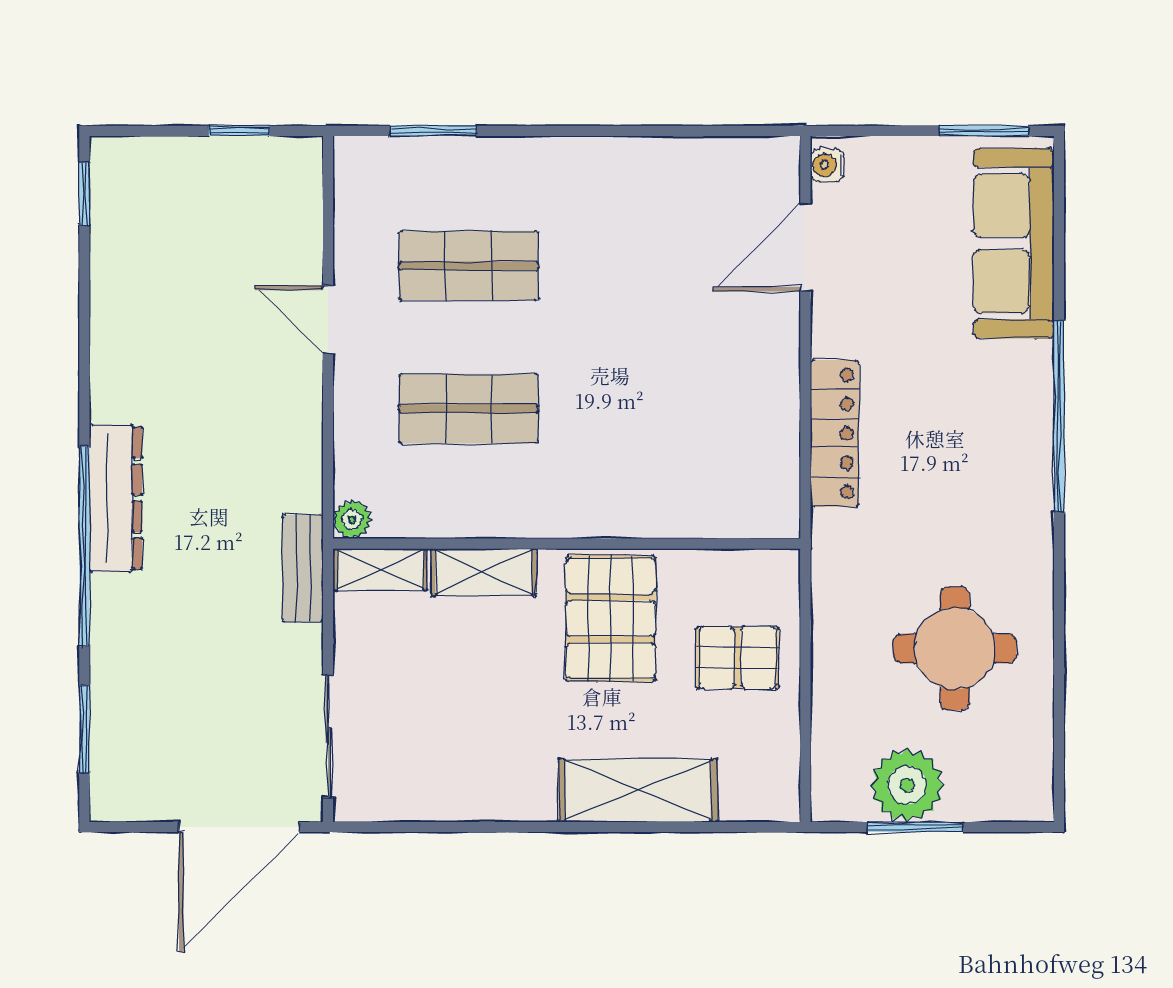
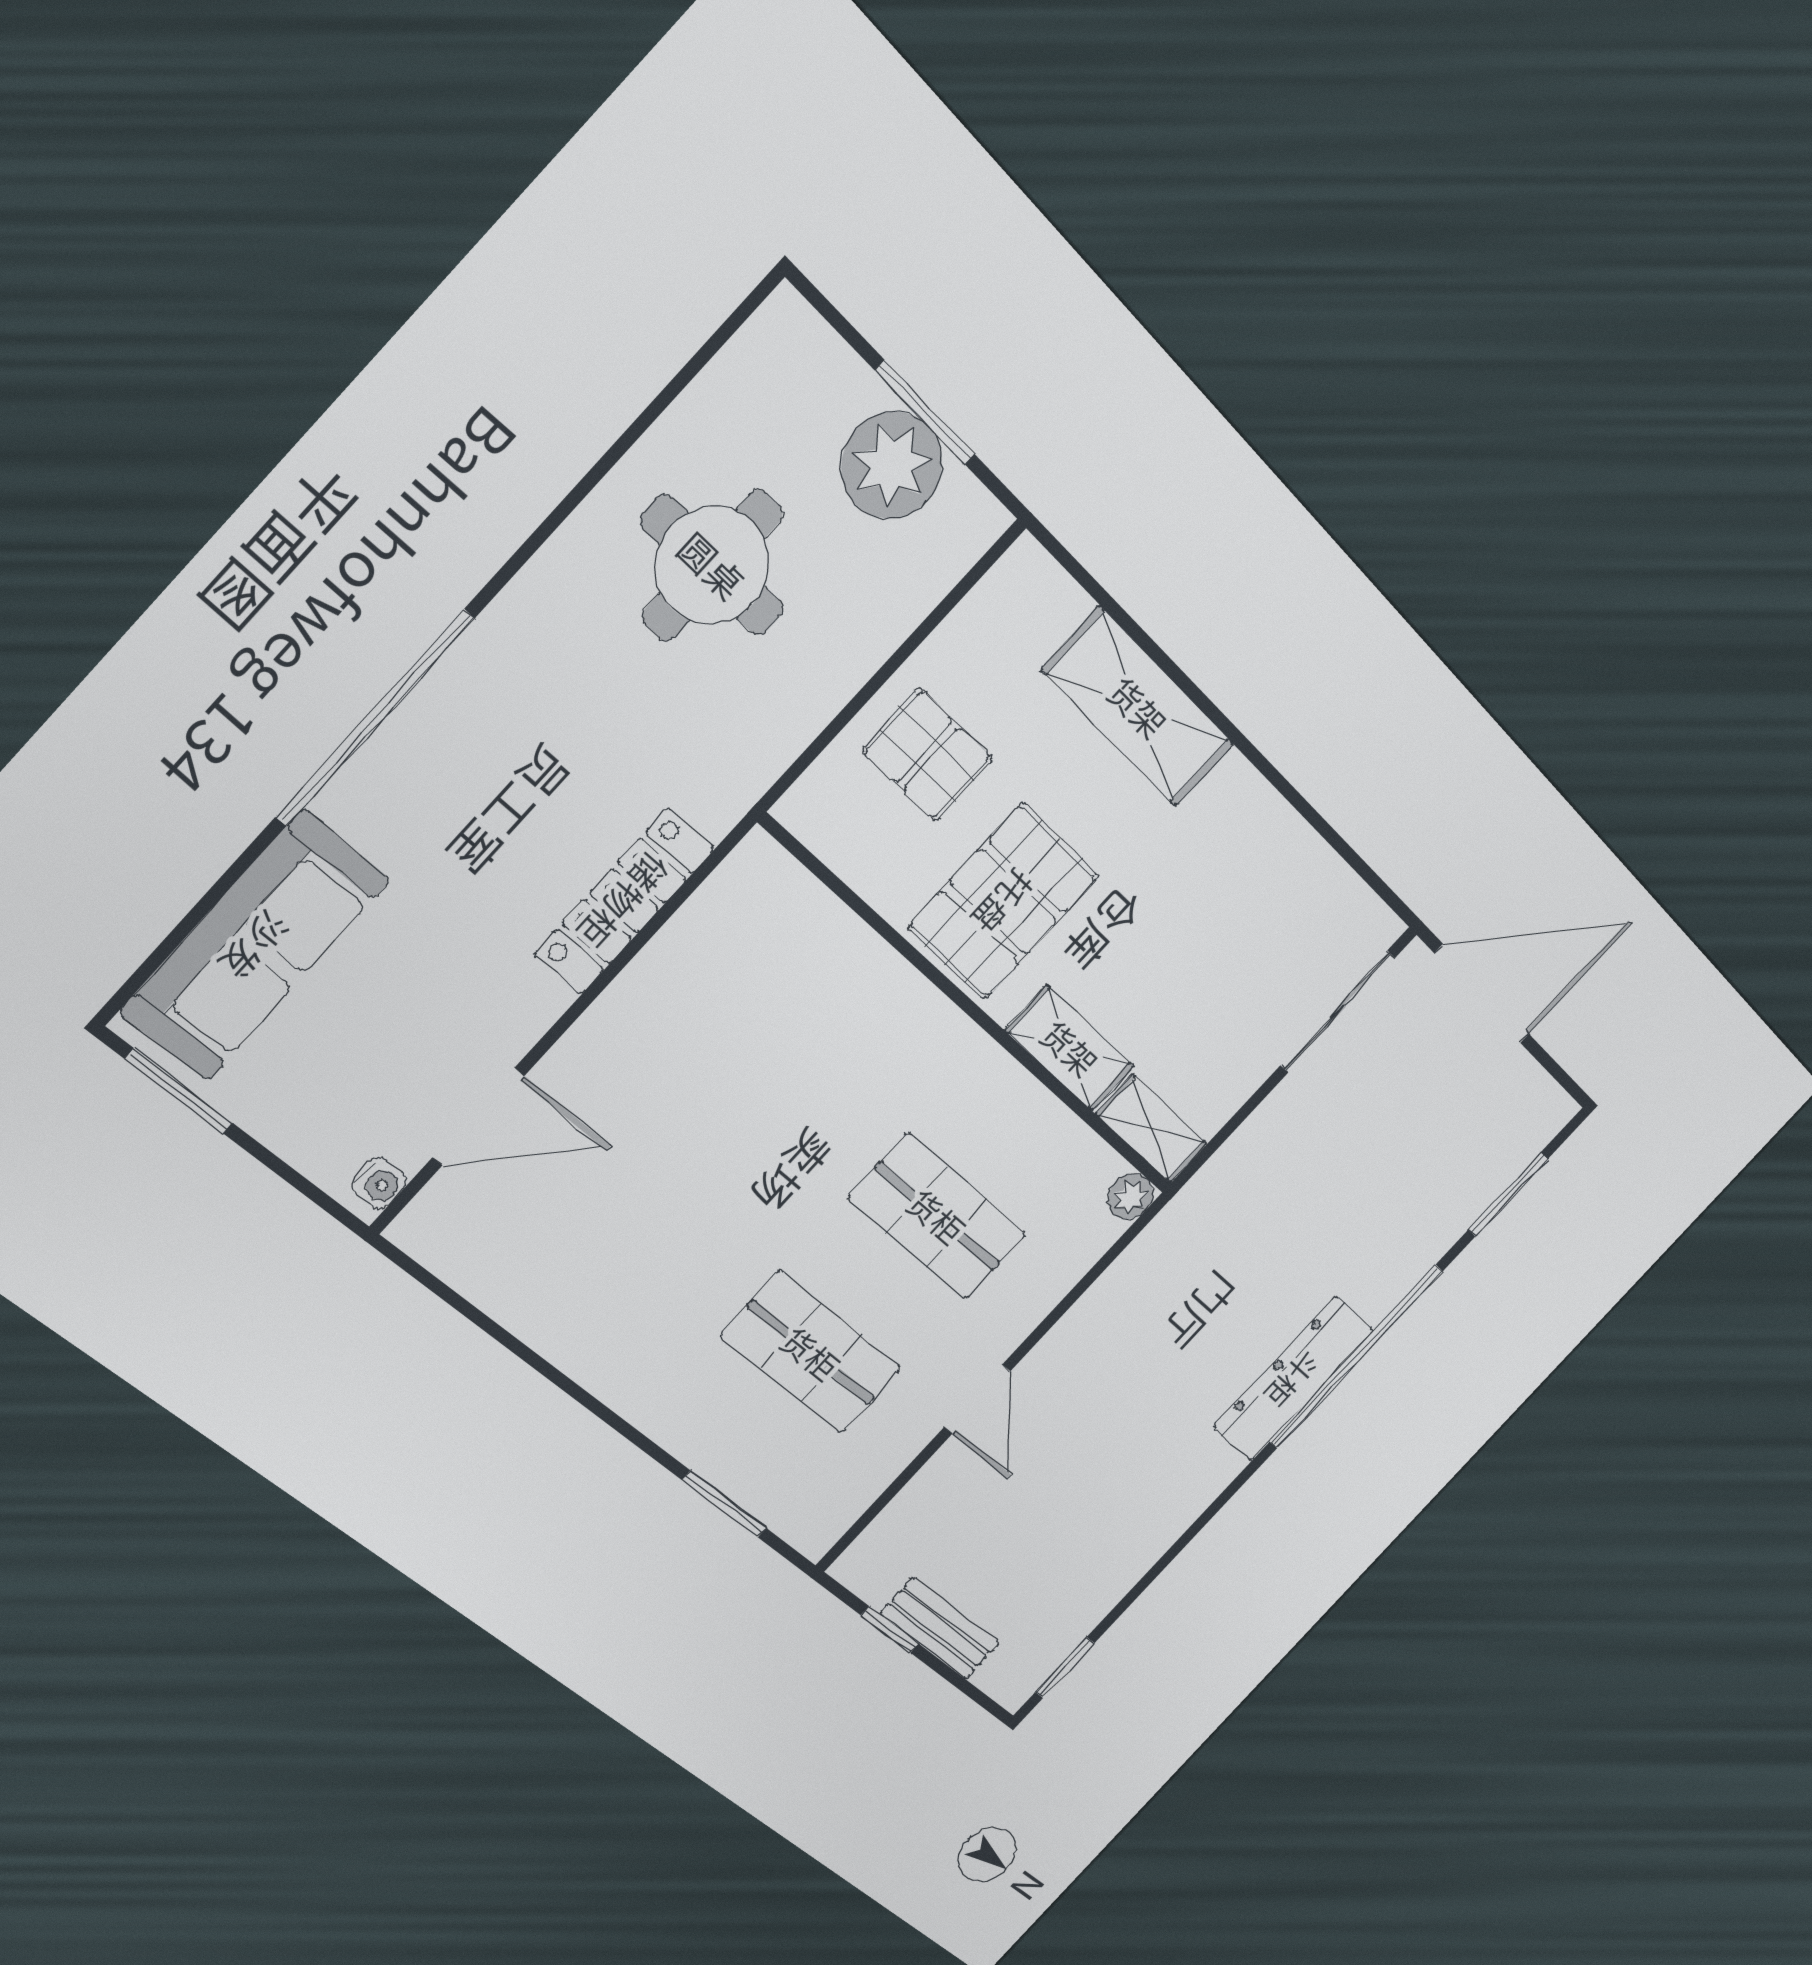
bench: (303, 568) -> (940, 1629), moved, turned 90

